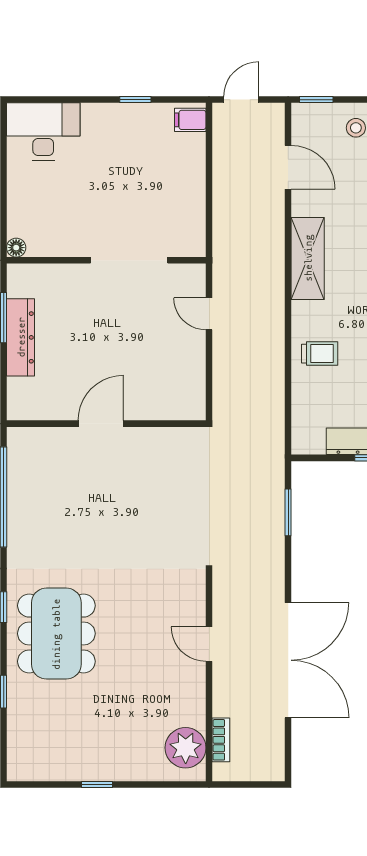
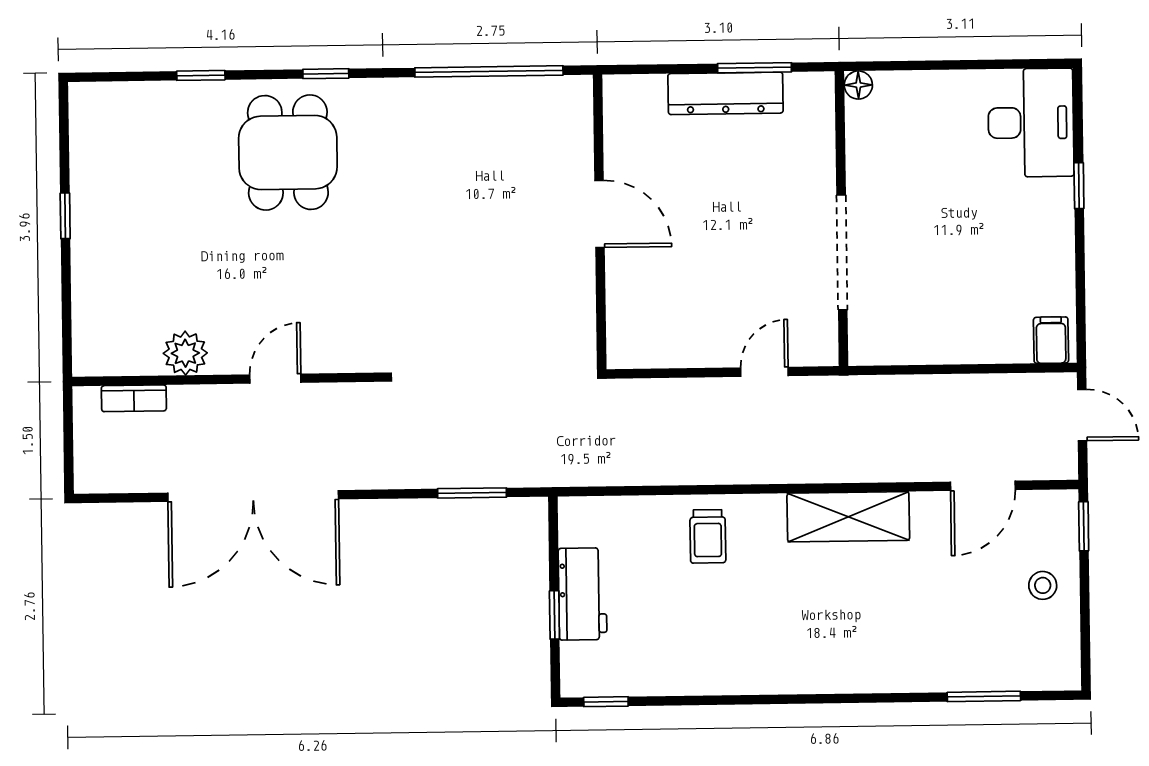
window: (135, 100) -> (1079, 186), moved
dining table: (56, 634) -> (288, 152), width x0.73
plant: (186, 748) -> (185, 353), moved, width x0.73, depth x0.73

